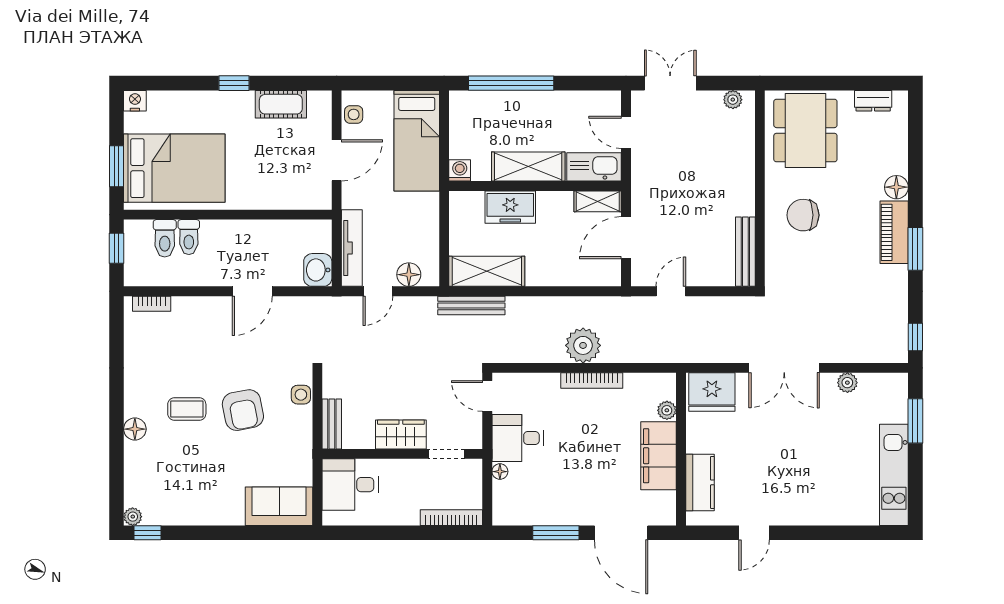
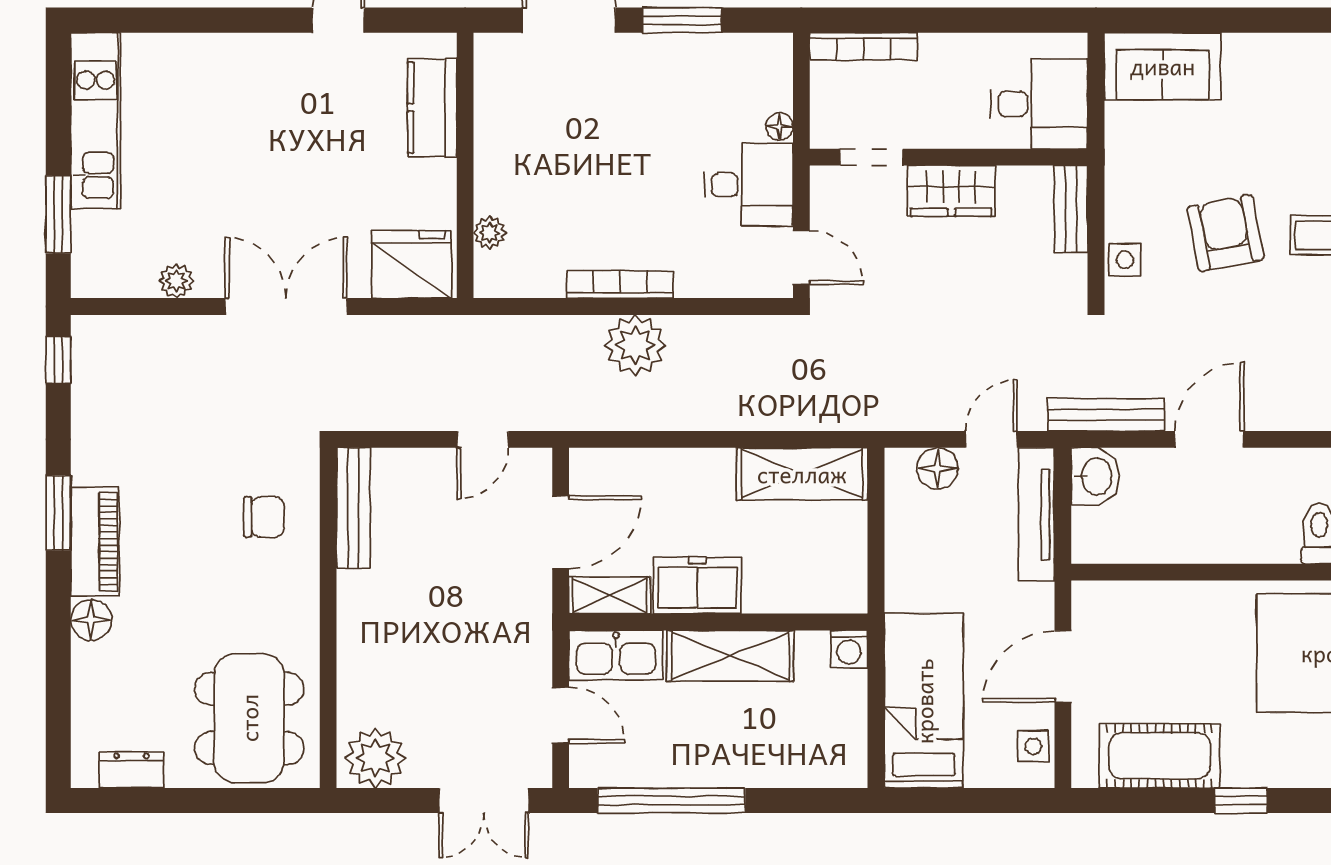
window: (511, 83) -> (671, 800), moved
plant: (733, 100) -> (375, 758), width x1.87, depth x1.87
cot: (281, 104) -> (1160, 756), width x1.37, depth x1.34
freezer: (510, 207) -> (697, 585), moved
chair: (803, 215) -> (264, 517), moved, width x0.73, depth x0.73
bench: (471, 305) -> (1106, 415), moved
filing cabinet: (658, 456) -> (504, 154), removed

